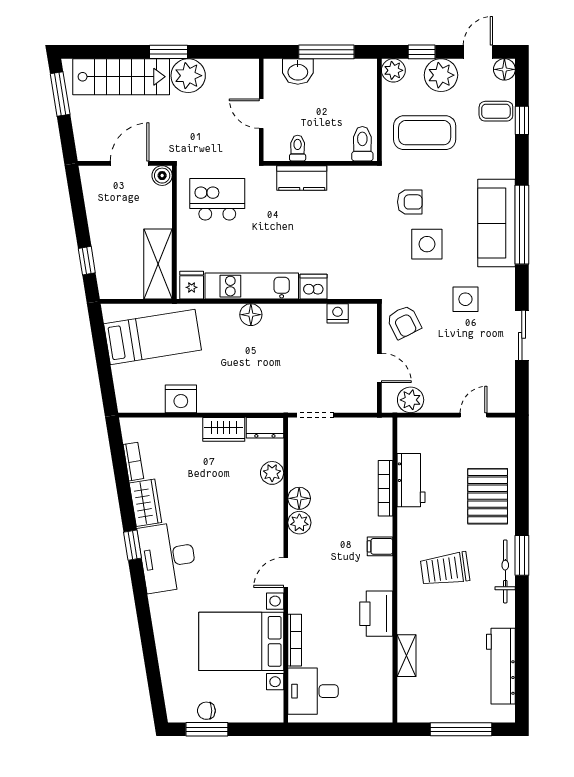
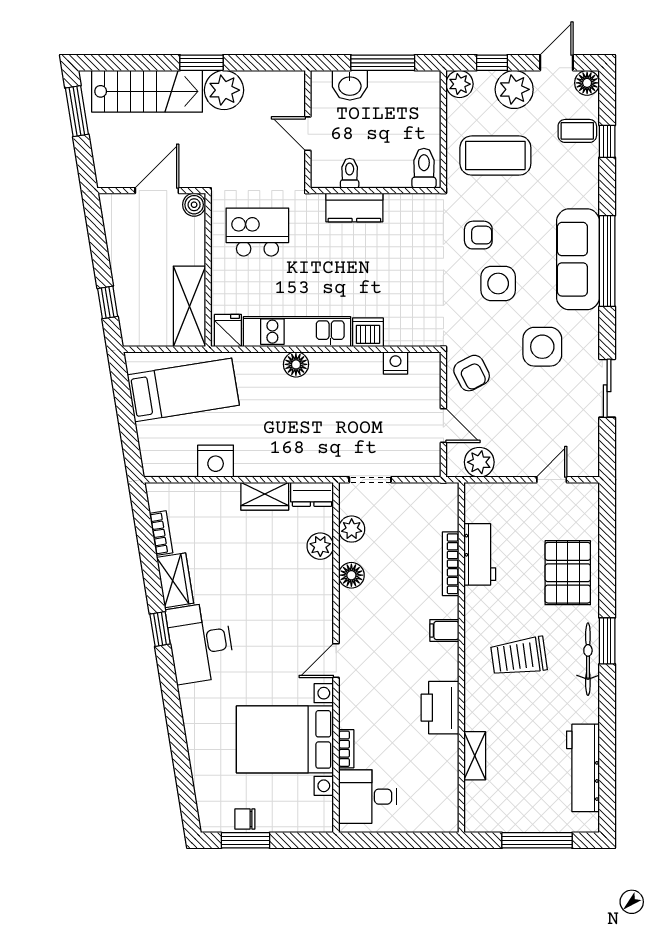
side table: (465, 299) -> (542, 347), width x1.37, depth x1.37
plant: (299, 523) -> (352, 529), moved
bookcase: (295, 640) -> (346, 749), width x0.64

